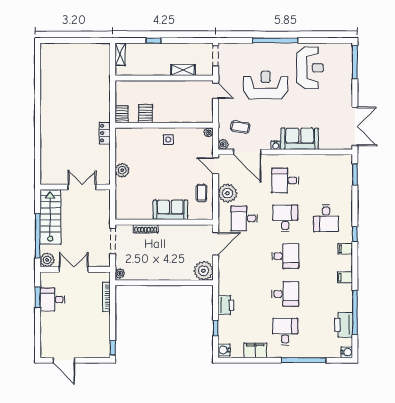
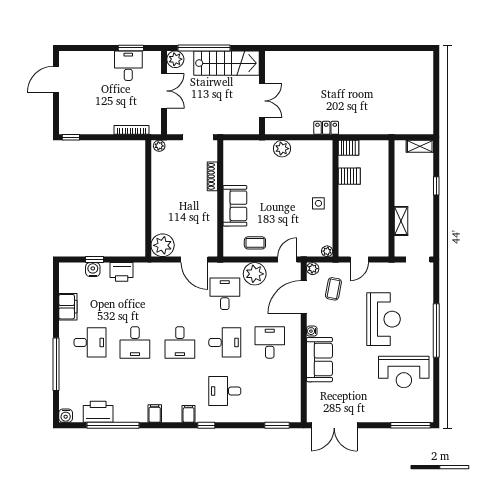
door: (216, 91) -> (359, 260), moved
water cooler: (224, 350) -> (93, 270), moved

